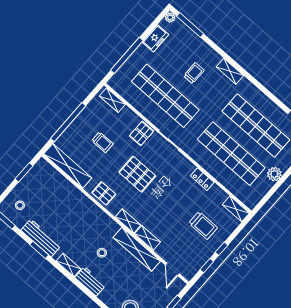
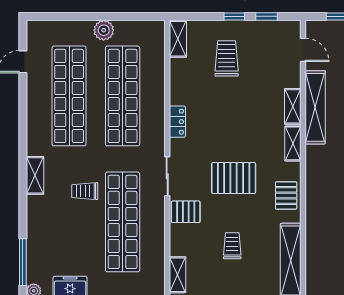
trolley: (194, 73) -> (85, 191), moved
pallet: (137, 174) -> (234, 178), turned 90
locker: (202, 179) -> (177, 122), moved
door: (172, 269) -> (303, 50), hinge flipped

